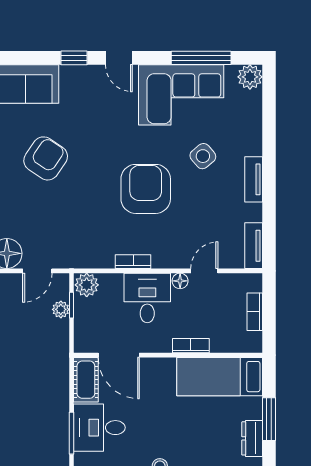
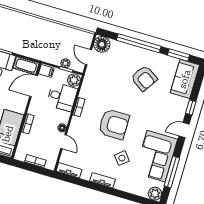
desk: (147, 298) -> (62, 97), moved
filing cabinet: (85, 340) -> (46, 71), added

